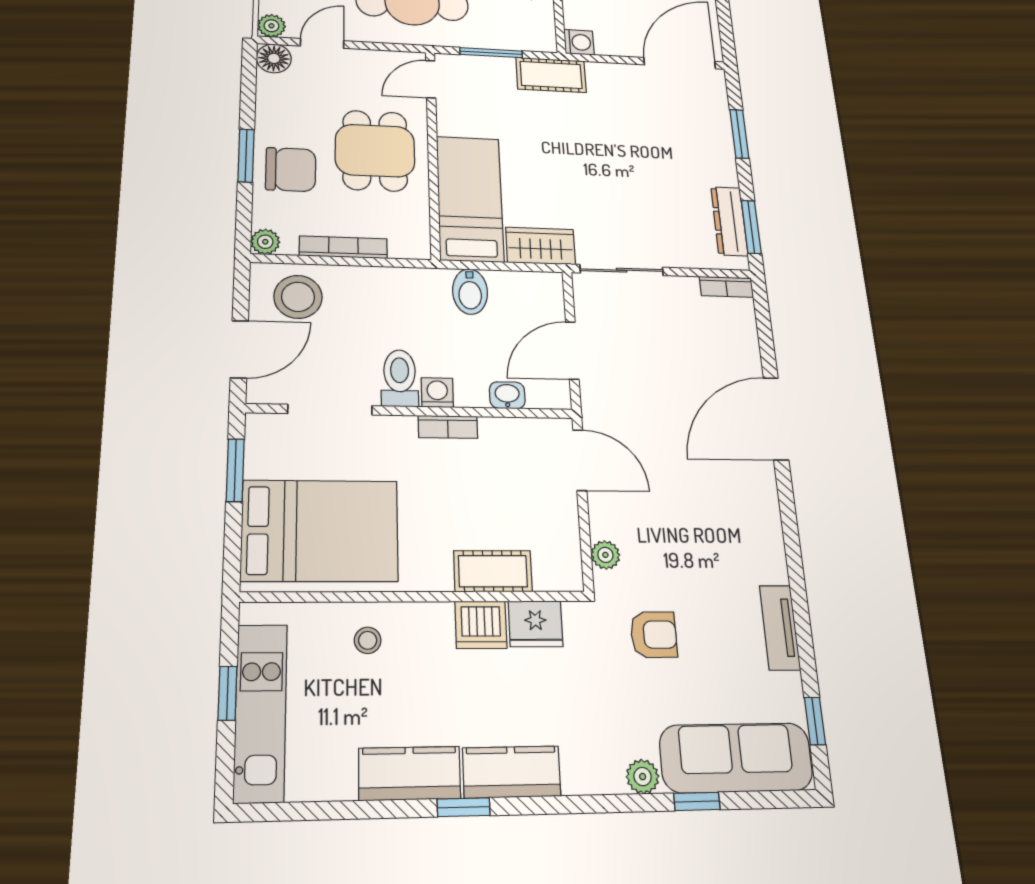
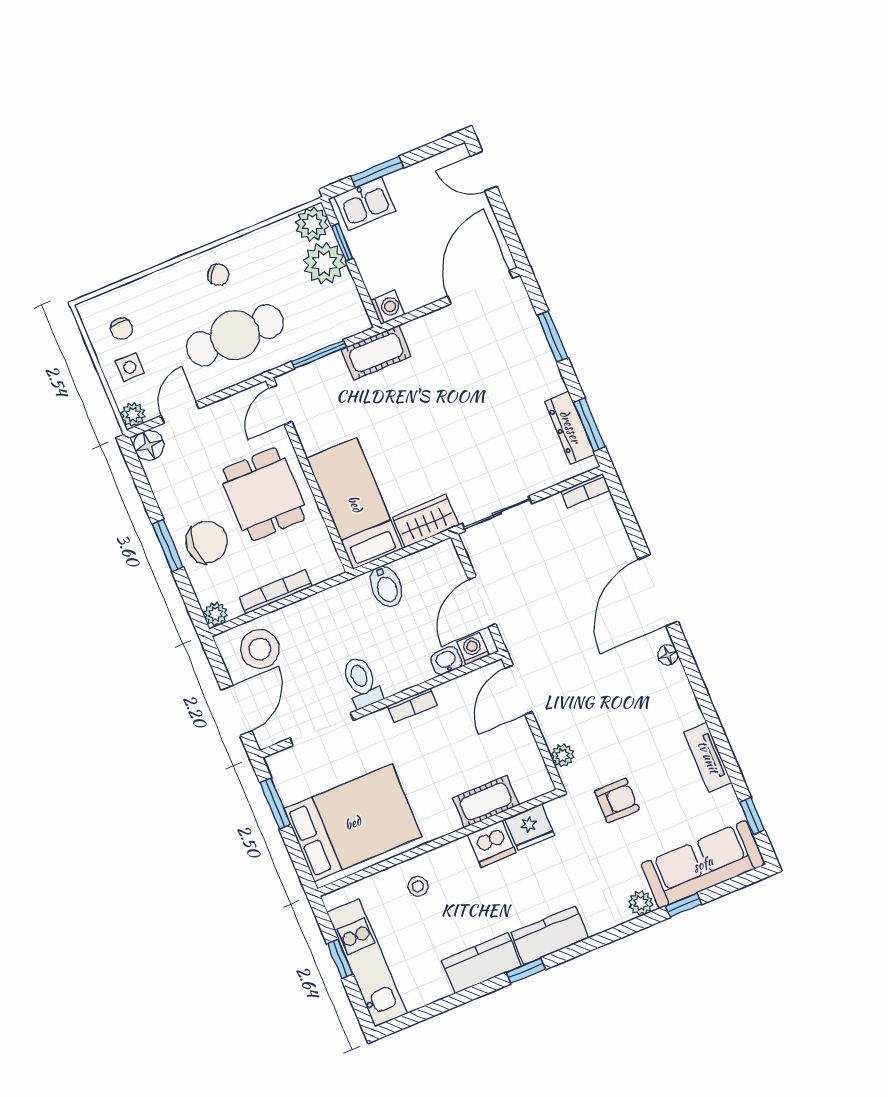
washing machine: (437, 393) -> (473, 649), moved
door: (580, 460) -> (519, 690), swing flipped
floor lamp: (766, 492) -> (668, 655), added

